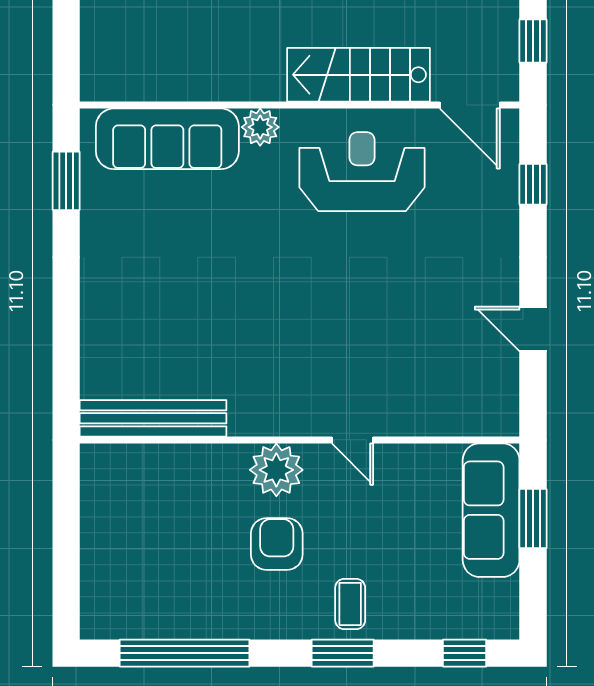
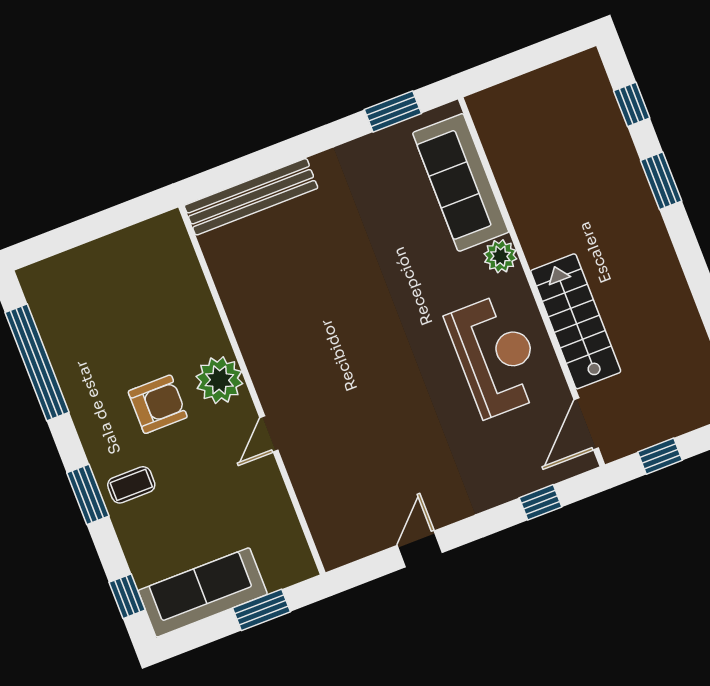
bench: (153, 418) -> (251, 197), moved, turned 90
sofa: (491, 510) -> (203, 592), moved

